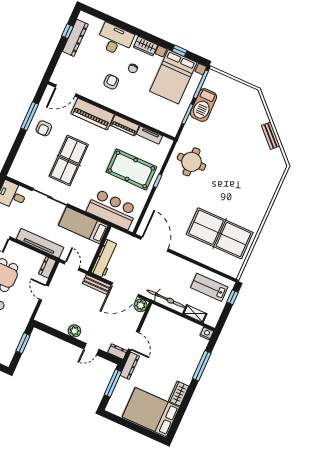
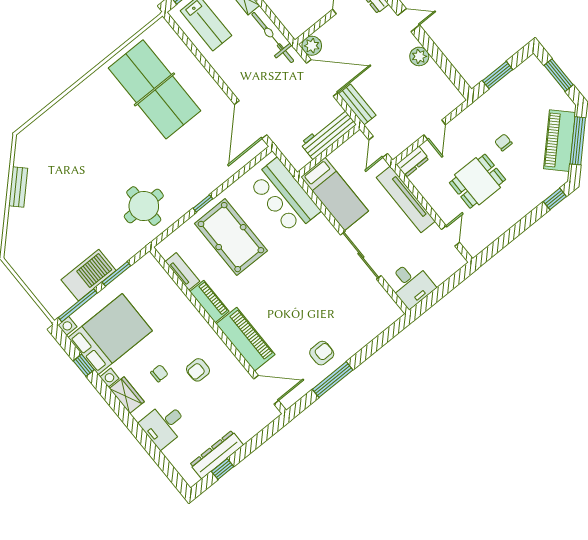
desk: (115, 40) -> (164, 425), width x0.73
table tennis table: (69, 161) -> (310, 292), removed

